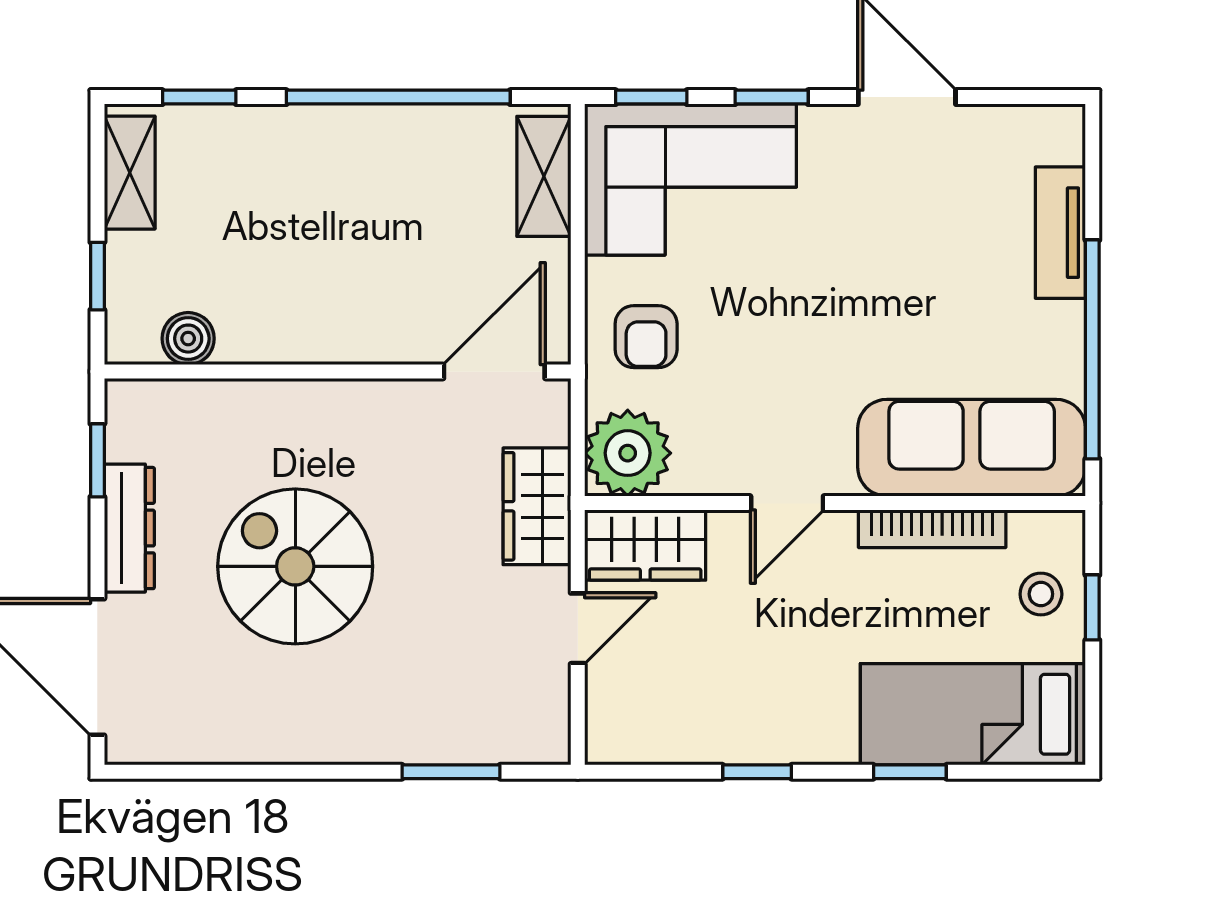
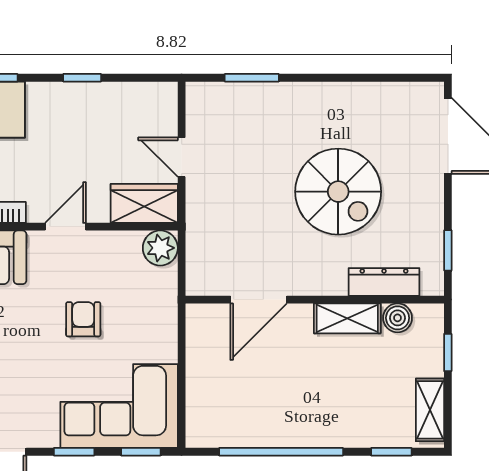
shelving: (544, 176) -> (347, 318), moved, turned 90
armchair: (646, 337) -> (83, 319), moved
door: (494, 372) -> (259, 300), moved
plant: (628, 453) -> (160, 248), width x0.73, depth x0.73
wardrobe: (537, 506) -> (204, 225), removed
dresser: (129, 528) -> (384, 282), moved, turned 90
door: (578, 628) -> (182, 157), hinge flipped

